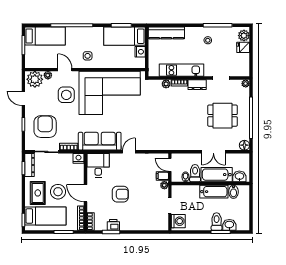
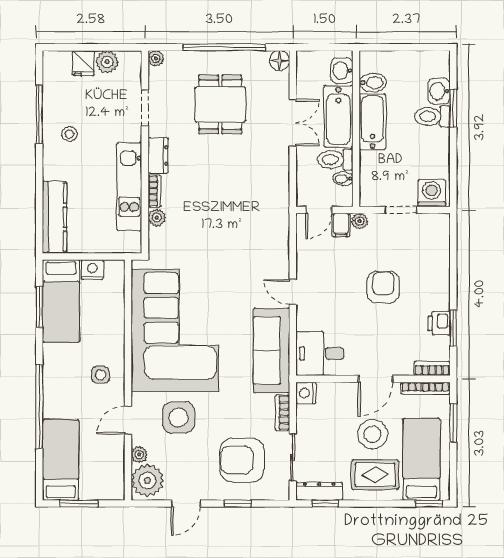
plant: (244, 36) -> (107, 62), moved
armchair: (120, 194) -> (383, 287), moved

